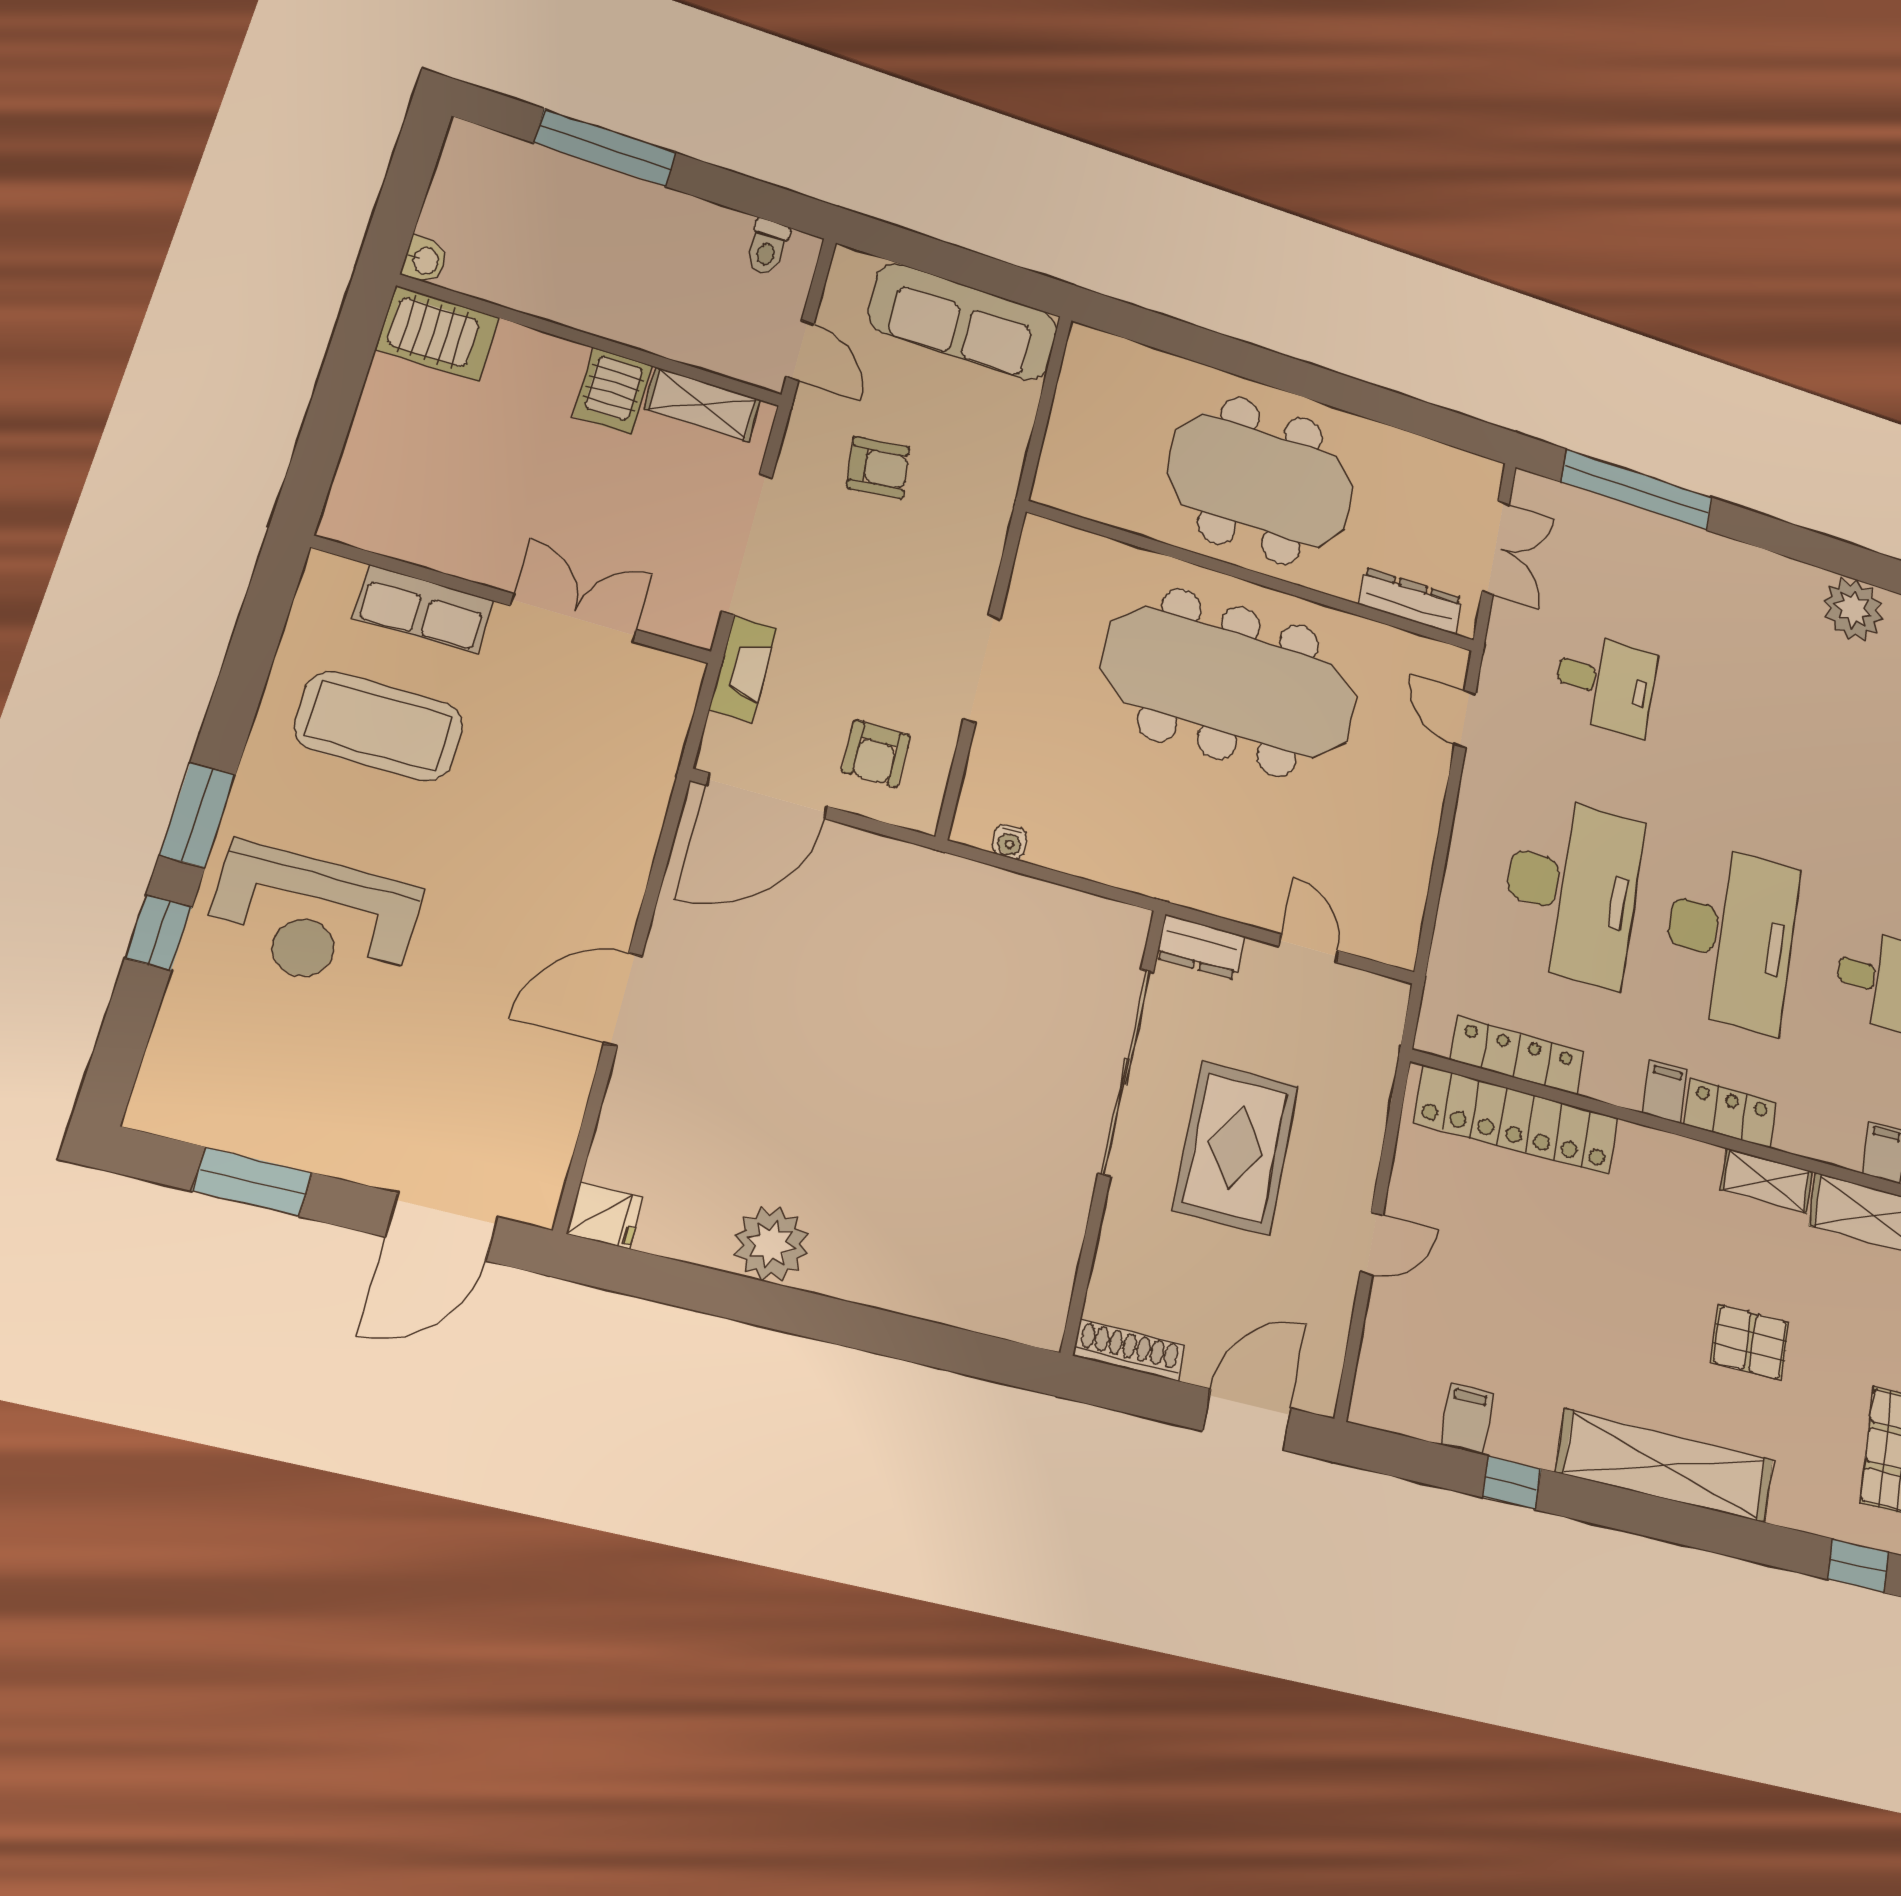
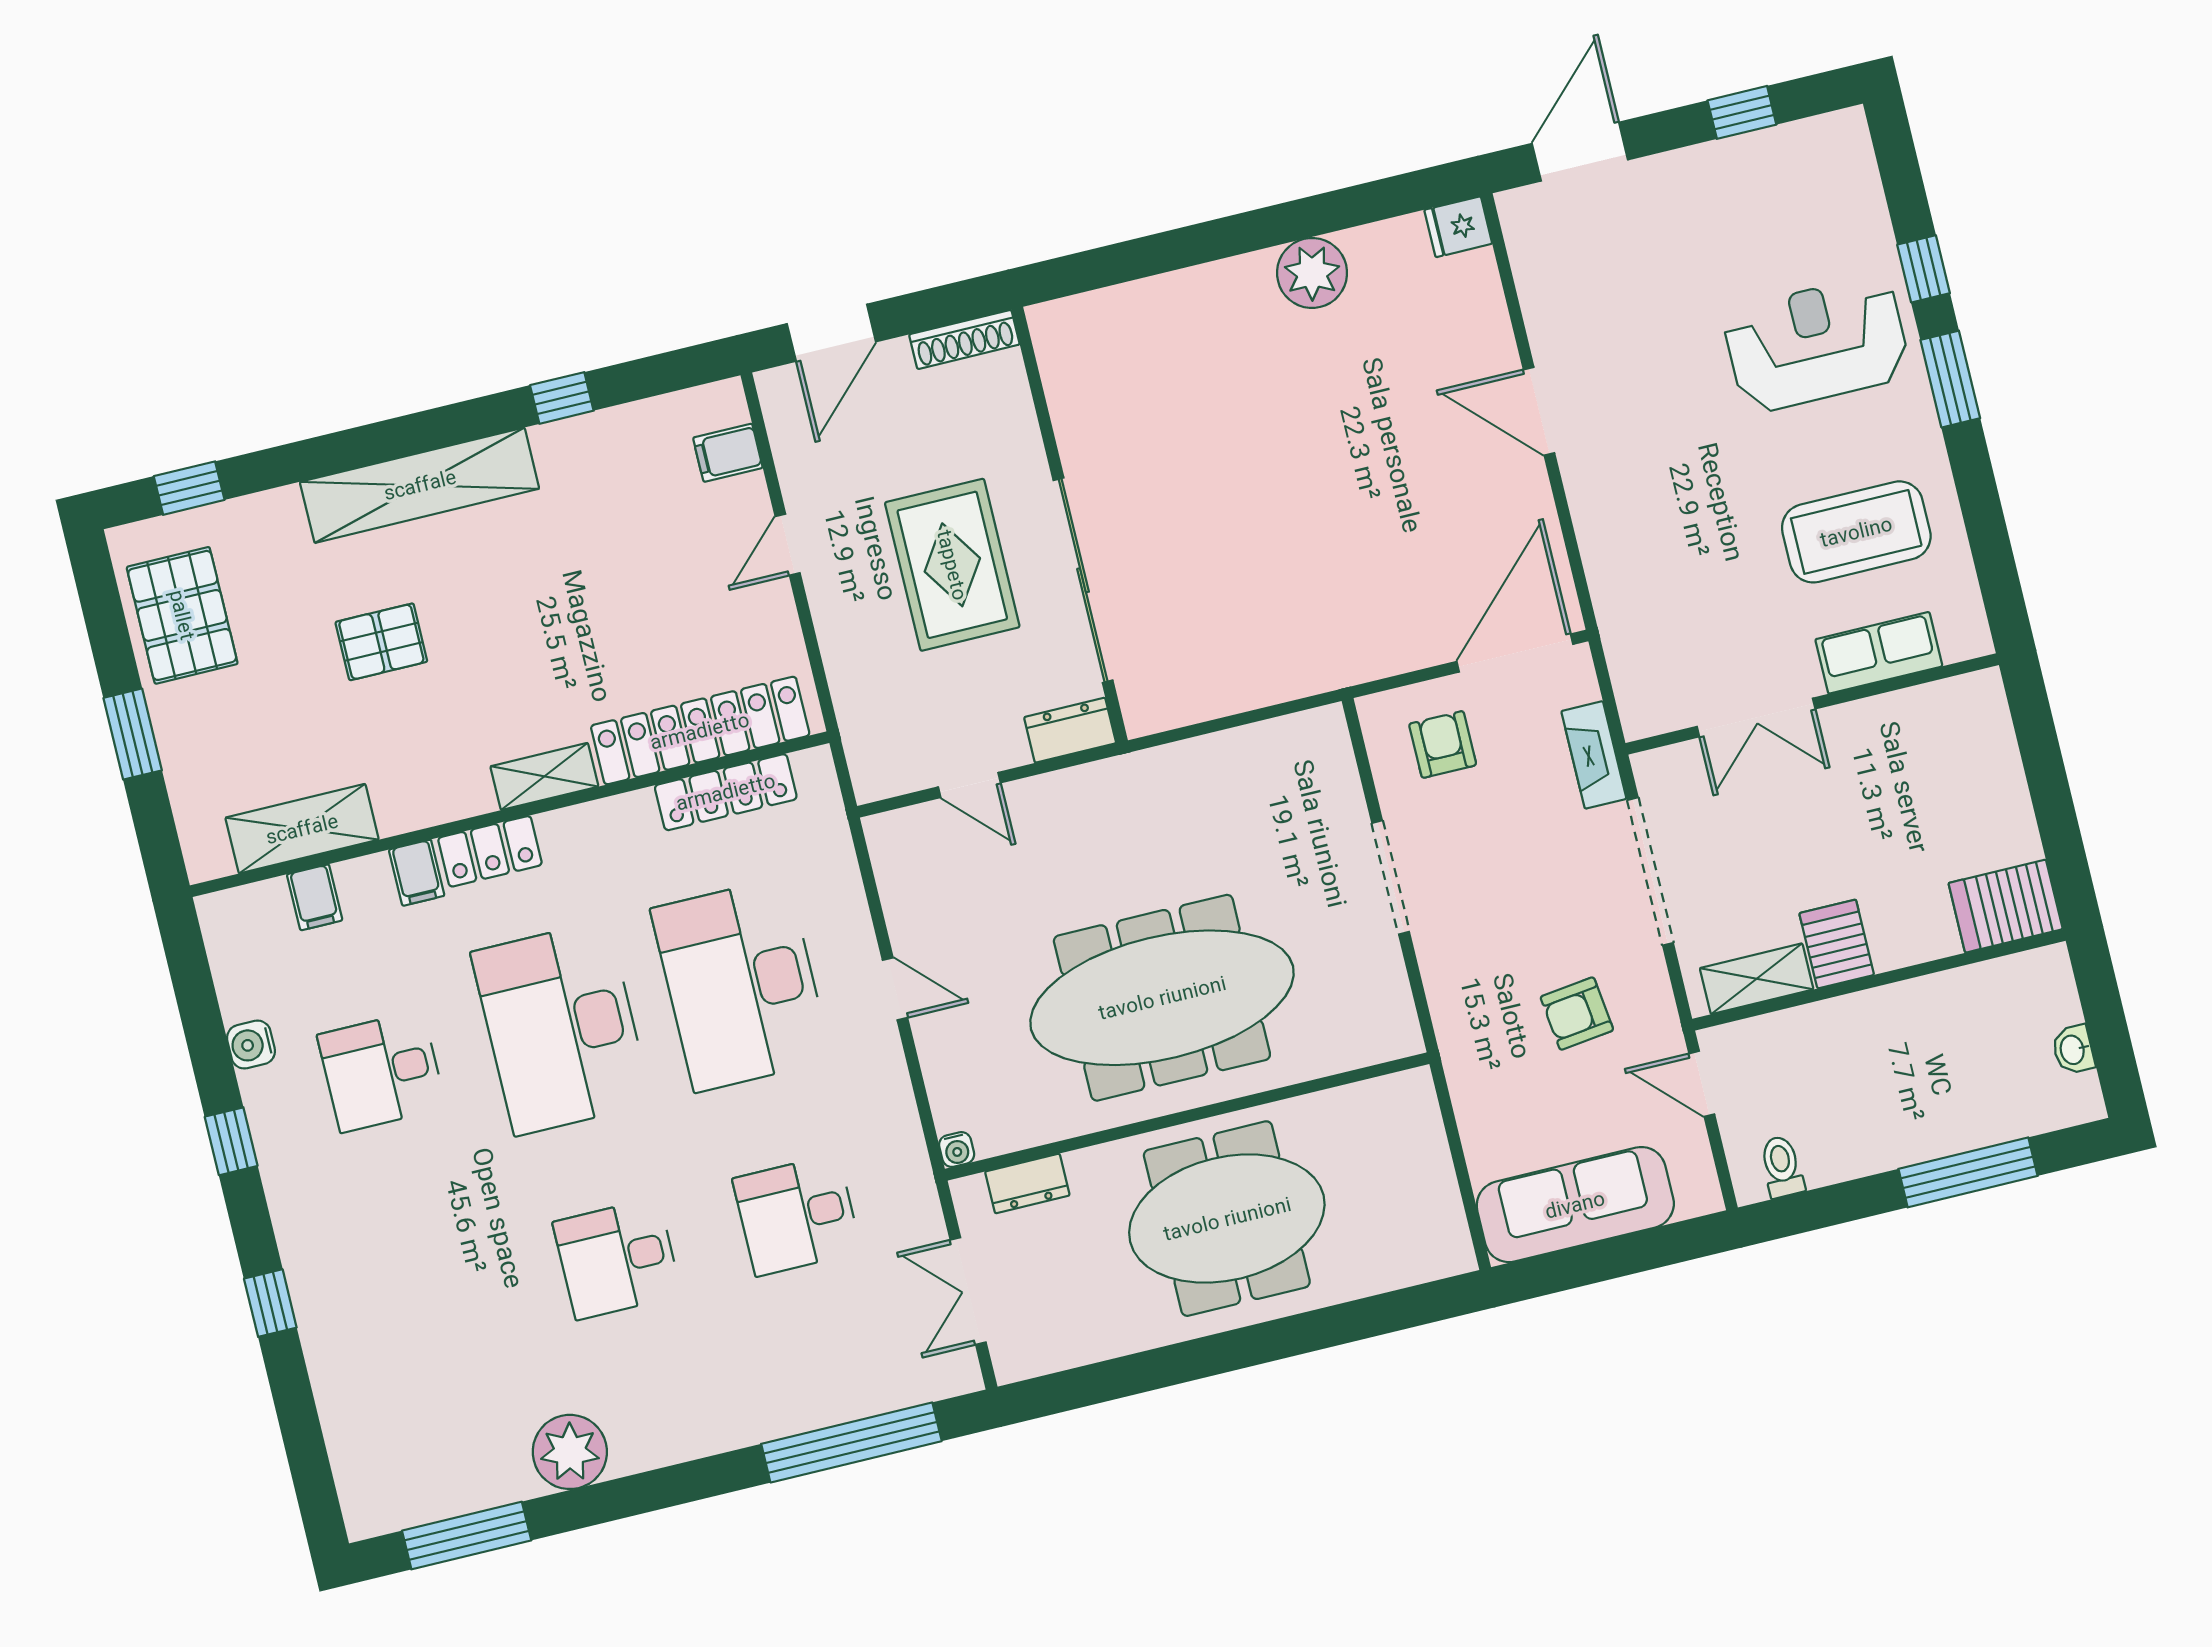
washbasin: (425, 260) -> (2073, 1050), moved
dresser: (1410, 601) -> (1027, 1183), width x0.70
door: (1465, 719) -> (895, 989), moved
desk: (1759, 731) -> (617, 1259), added
water cooler: (1010, 842) -> (957, 1149), moved, turned 180
door: (623, 999) -> (1539, 411), swing flipped
filing cabinet: (1665, 1091) -> (417, 873), moved
shelving: (1767, 1181) -> (544, 776), moved
window: (252, 1182) -> (1742, 112), width x0.67
filing cabinet: (1467, 1419) -> (728, 453), moved, turned 90

